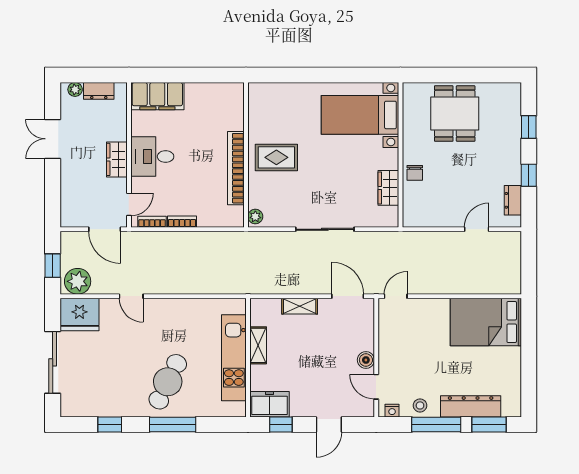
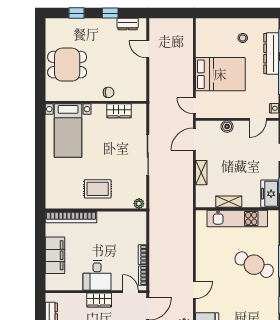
filing cabinet: (157, 96) -> (55, 255), moved
rug: (276, 157) -> (98, 189), turned 90
bookcase: (236, 168) -> (71, 217), moved
bed: (486, 322) -> (220, 74), moved, turned -90
boiler: (366, 360) -> (227, 126), moved
stool: (420, 405) -> (243, 38), moved

